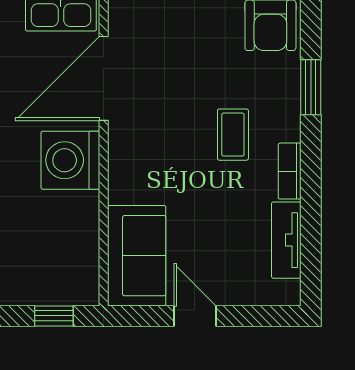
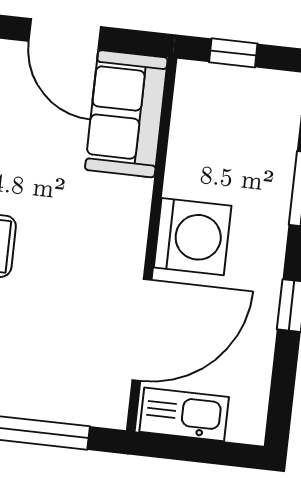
door: (195, 316) -> (65, 34), width x1.38

